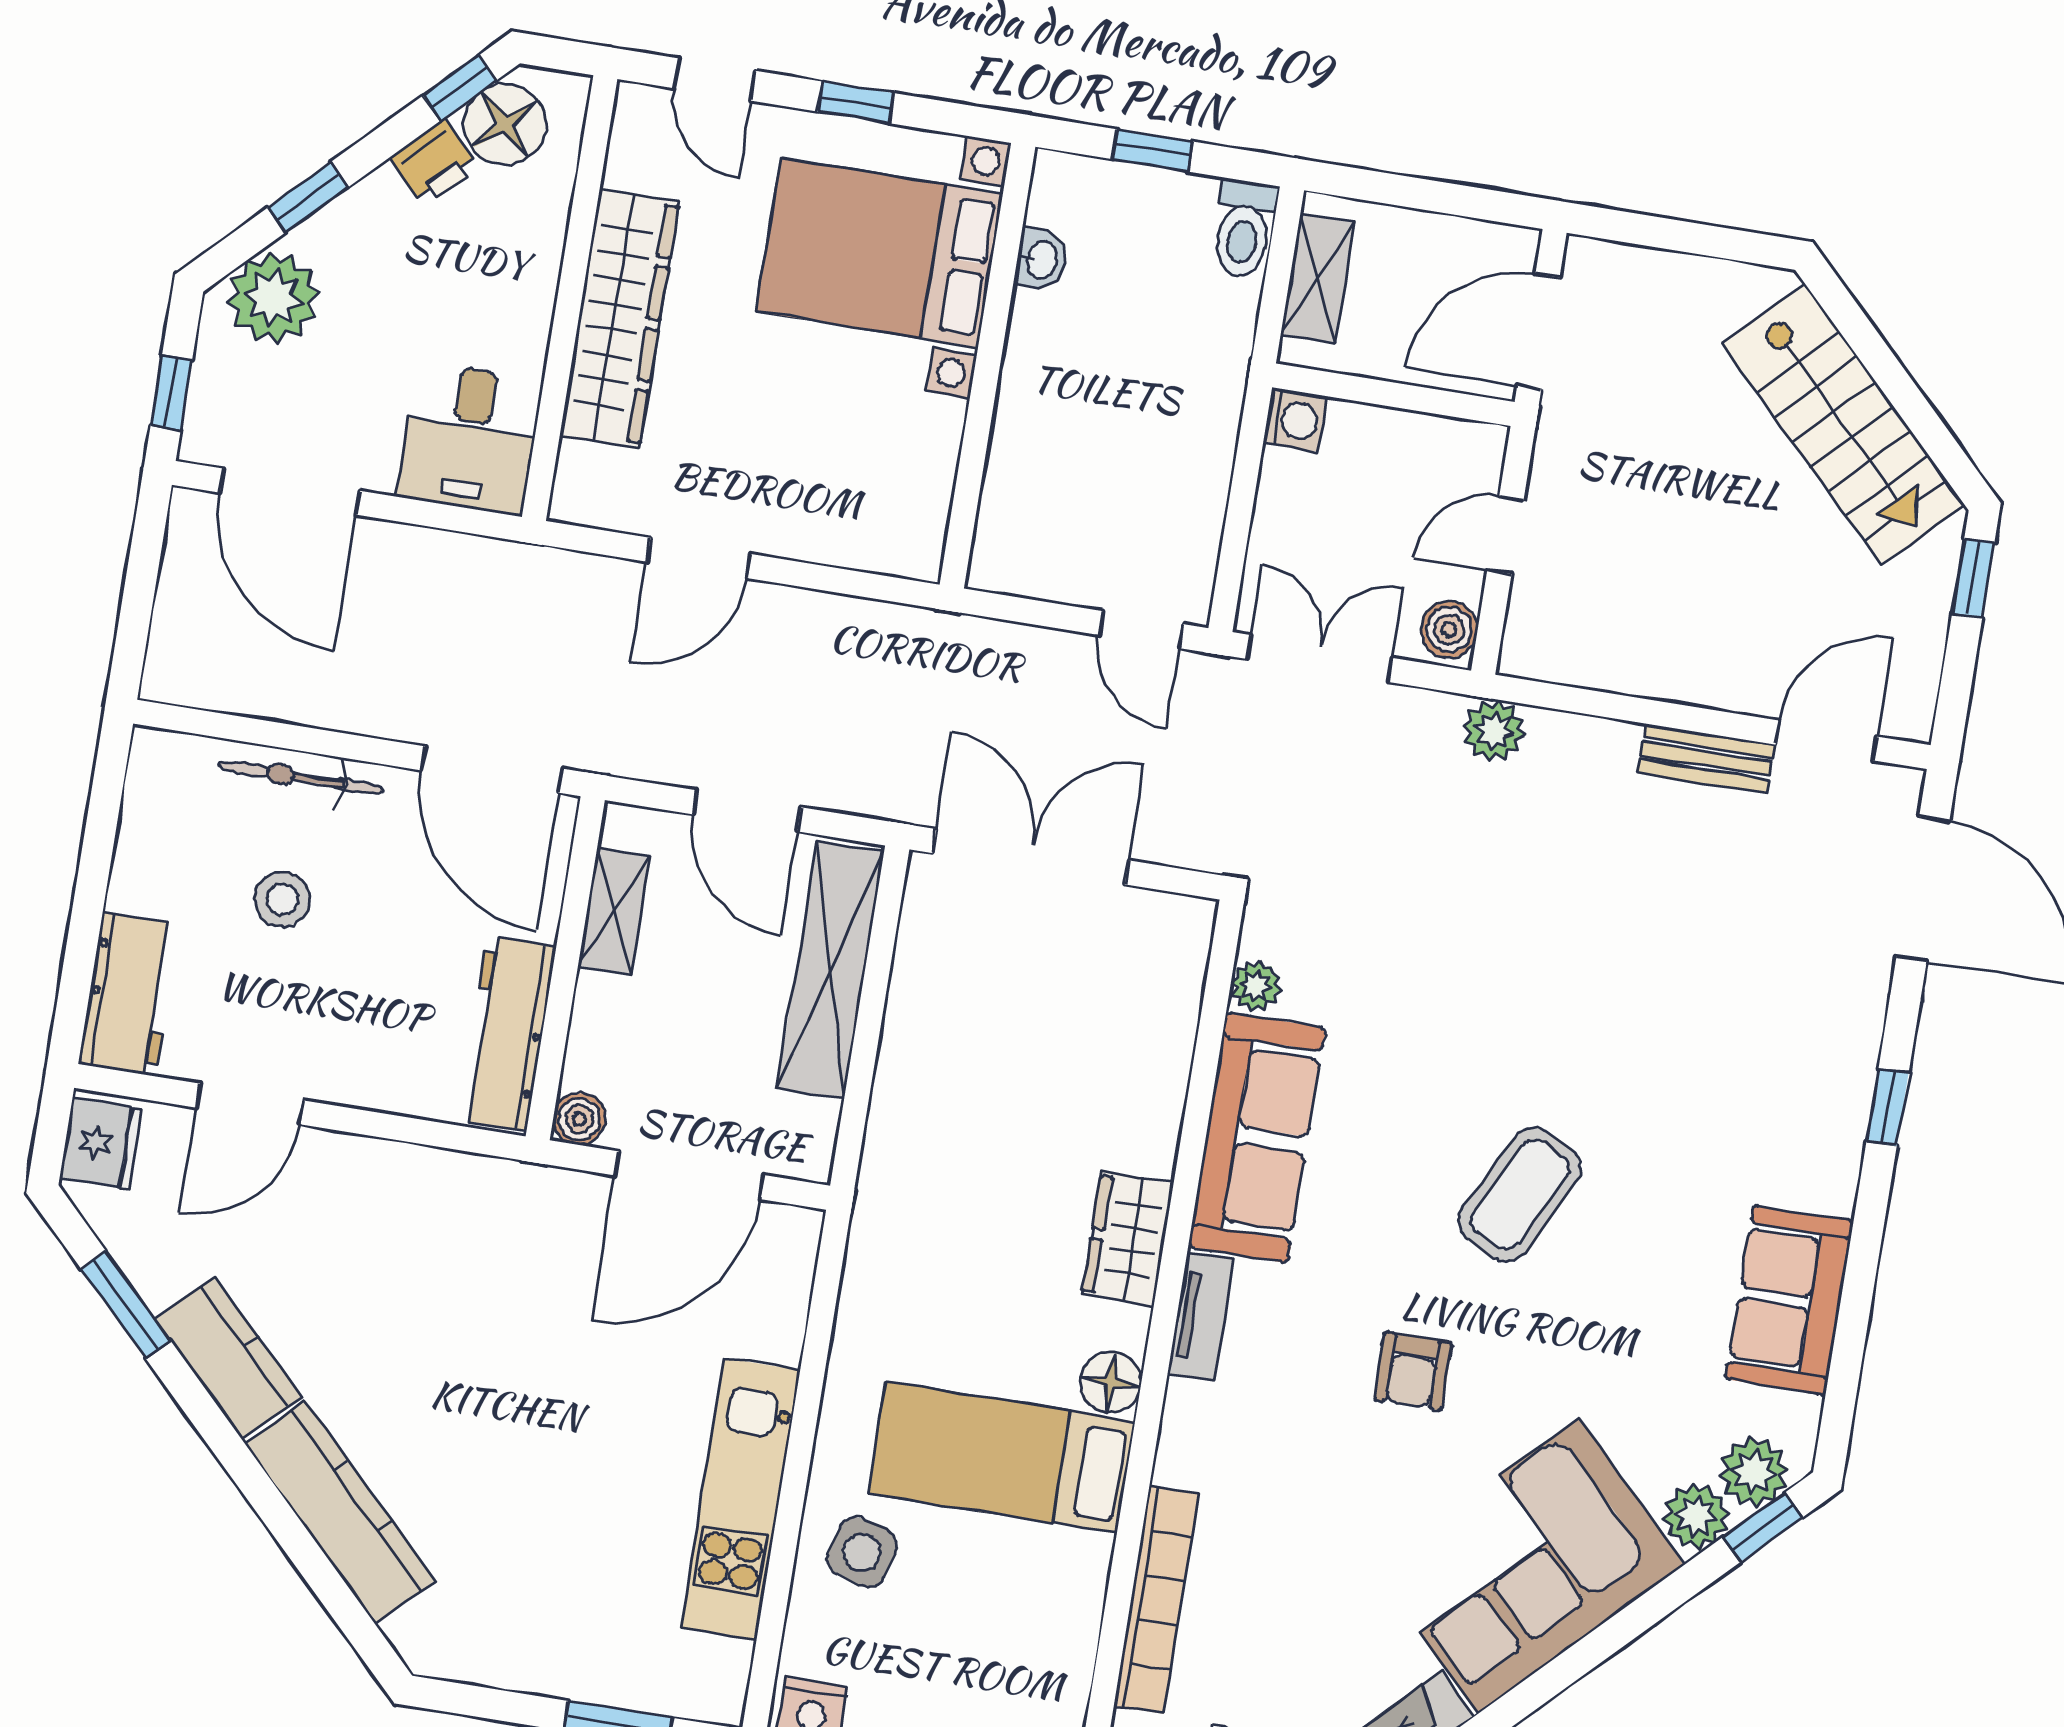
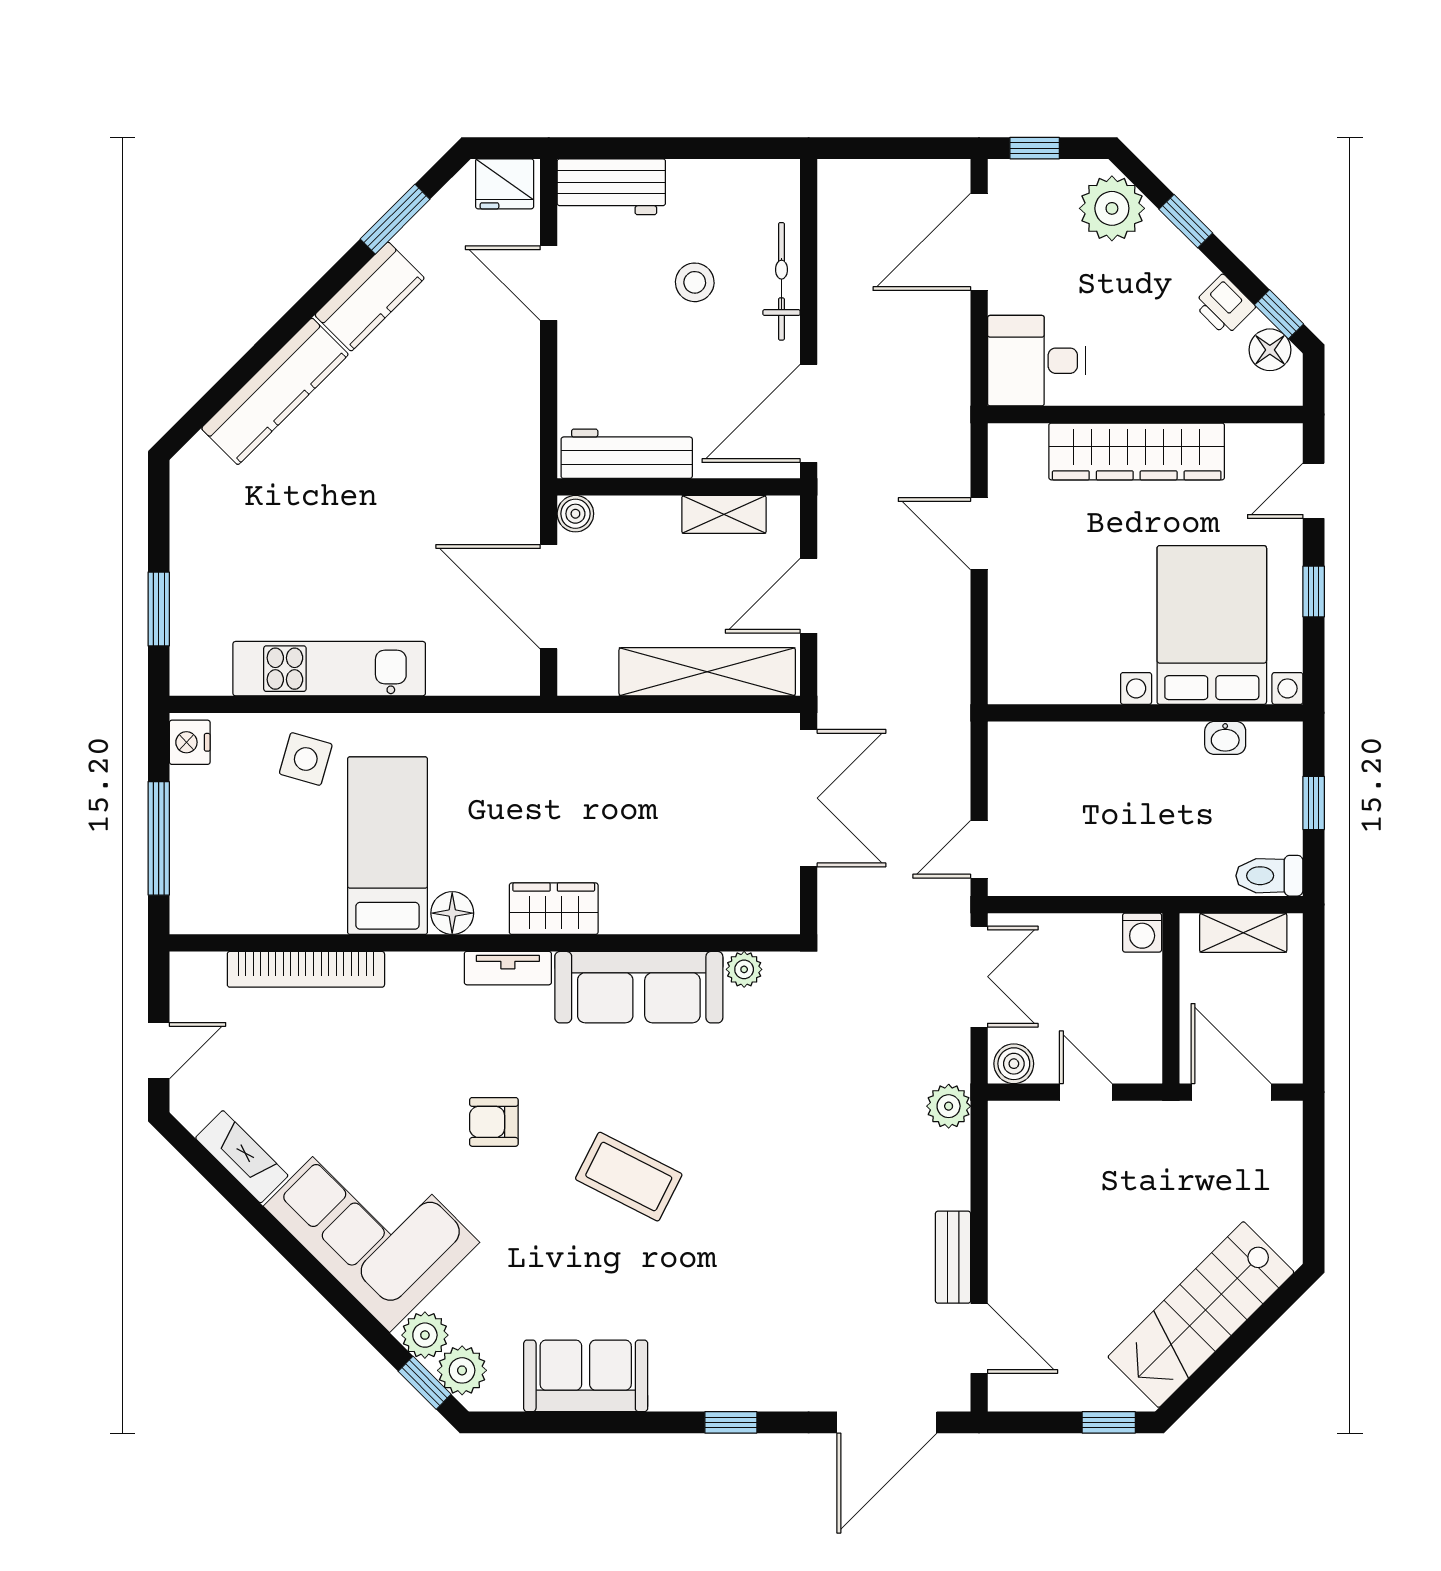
floor lamp: (505, 124) -> (1270, 350), width x0.73, depth x0.73

